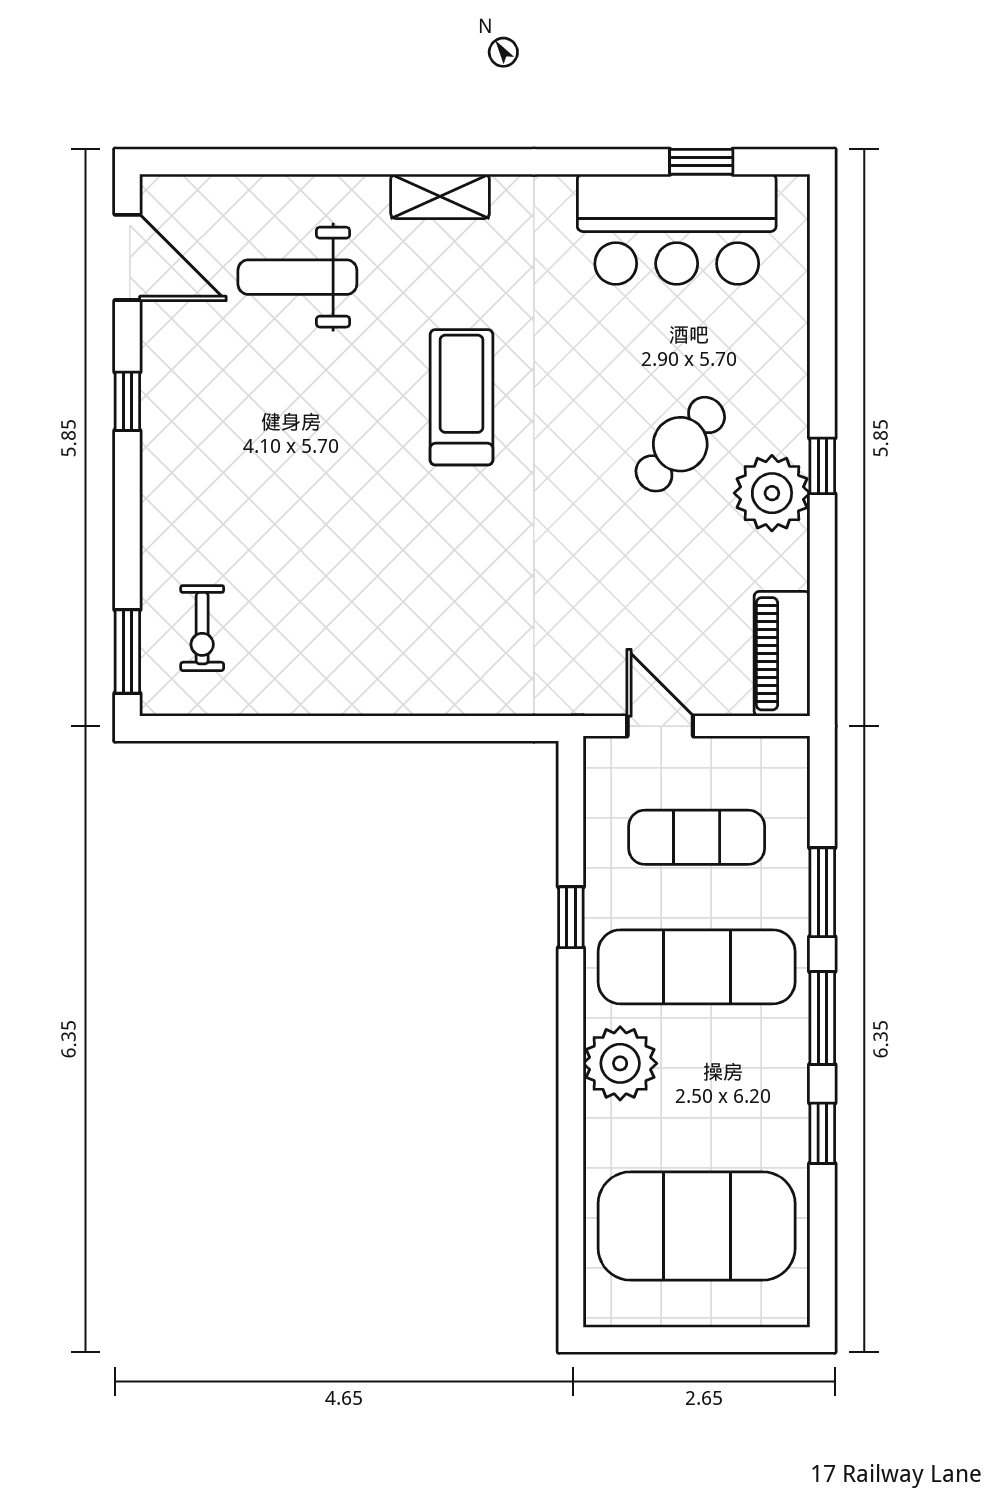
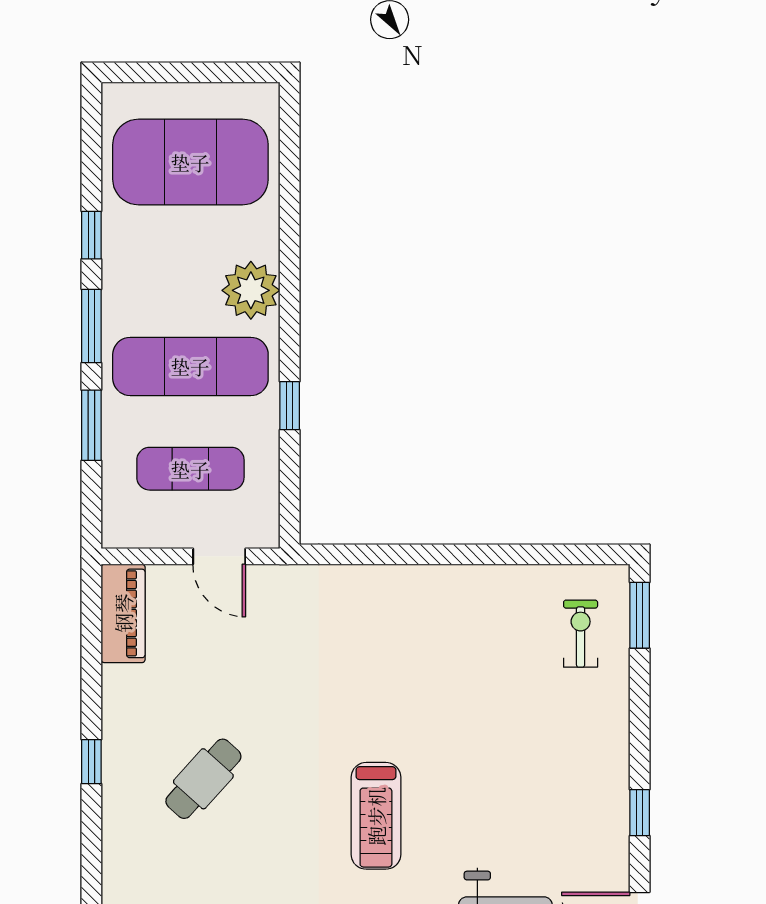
plant: (772, 493) -> (131, 740), removed

